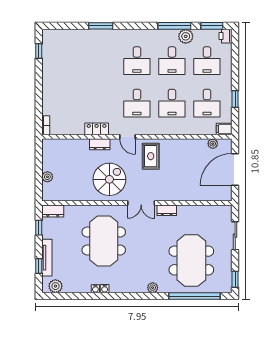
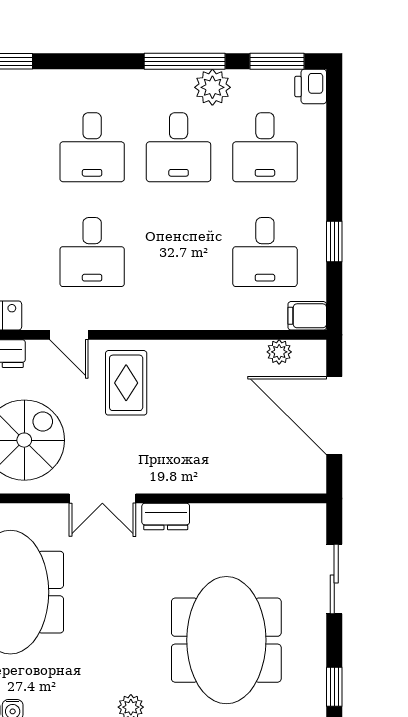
desk: (172, 103) -> (179, 252), removed
door: (235, 169) -> (334, 415), hinge flipped

